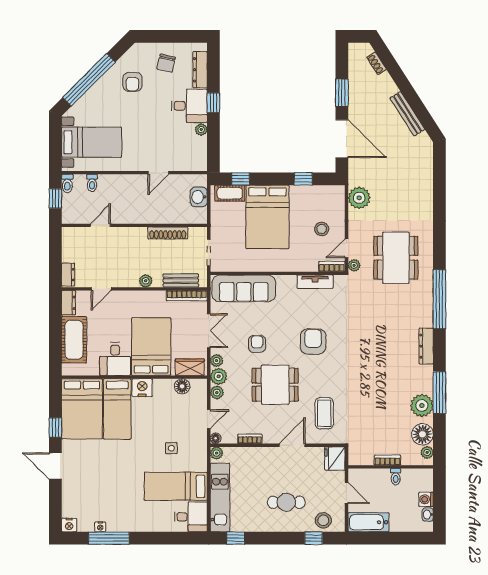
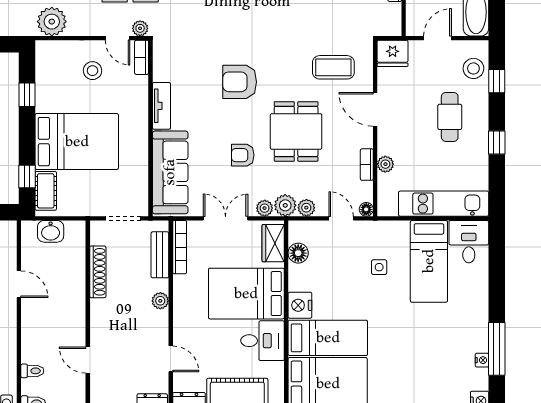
tv unit: (315, 282) -> (161, 106), moved
plant: (217, 453) -> (385, 164), moved
window: (236, 538) -> (497, 143), moved

